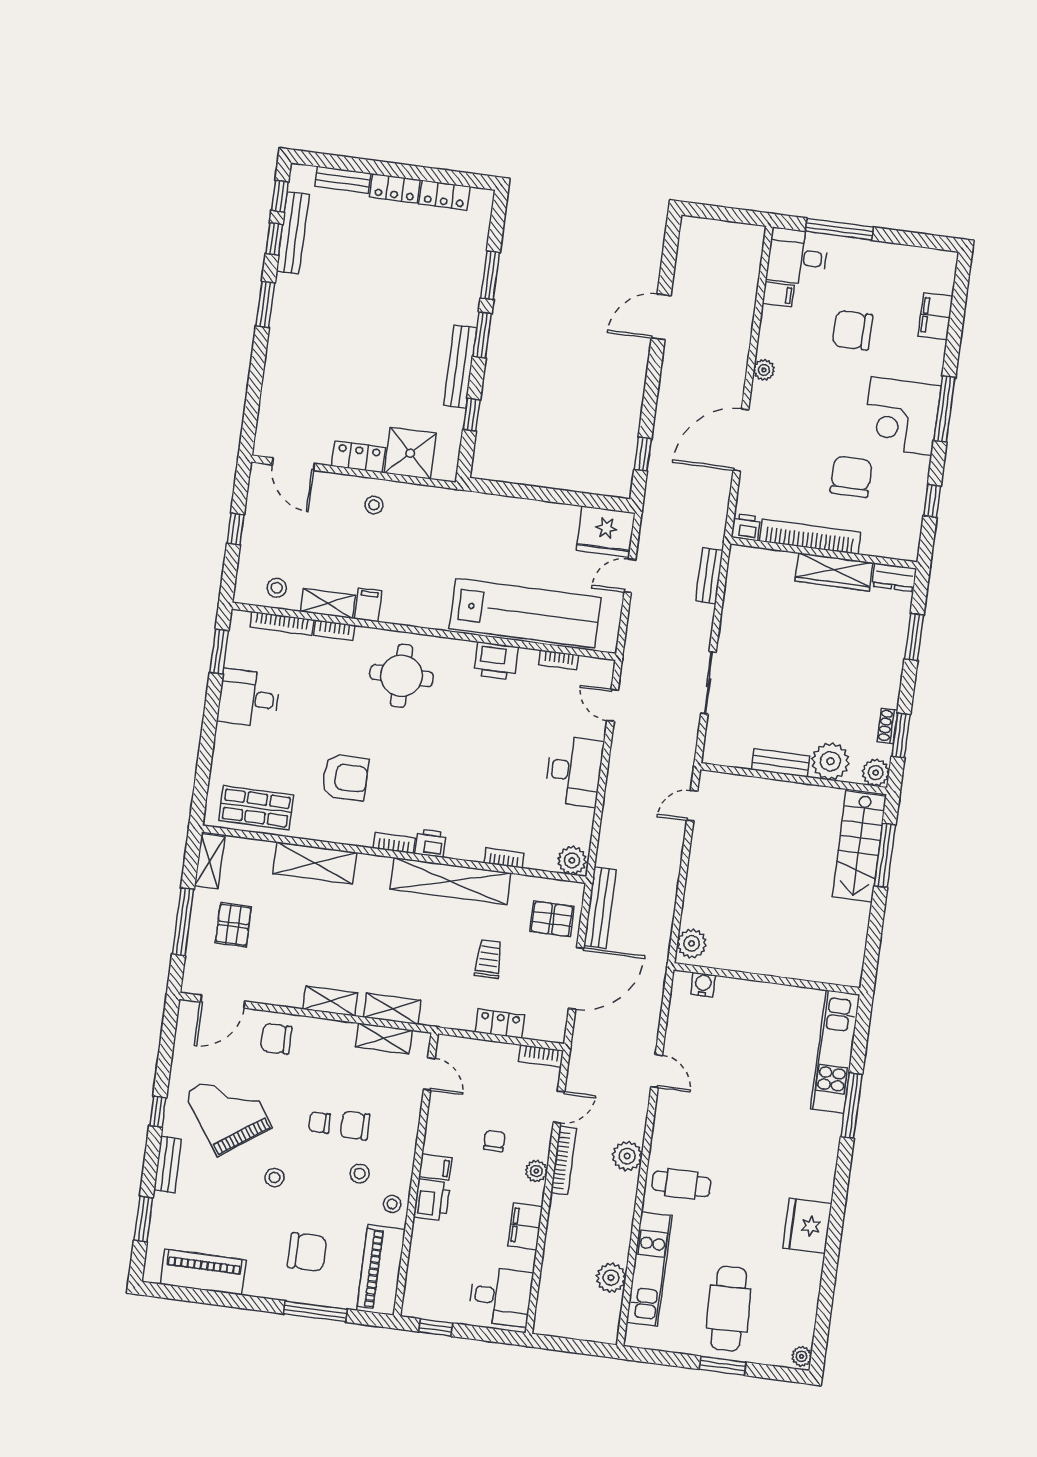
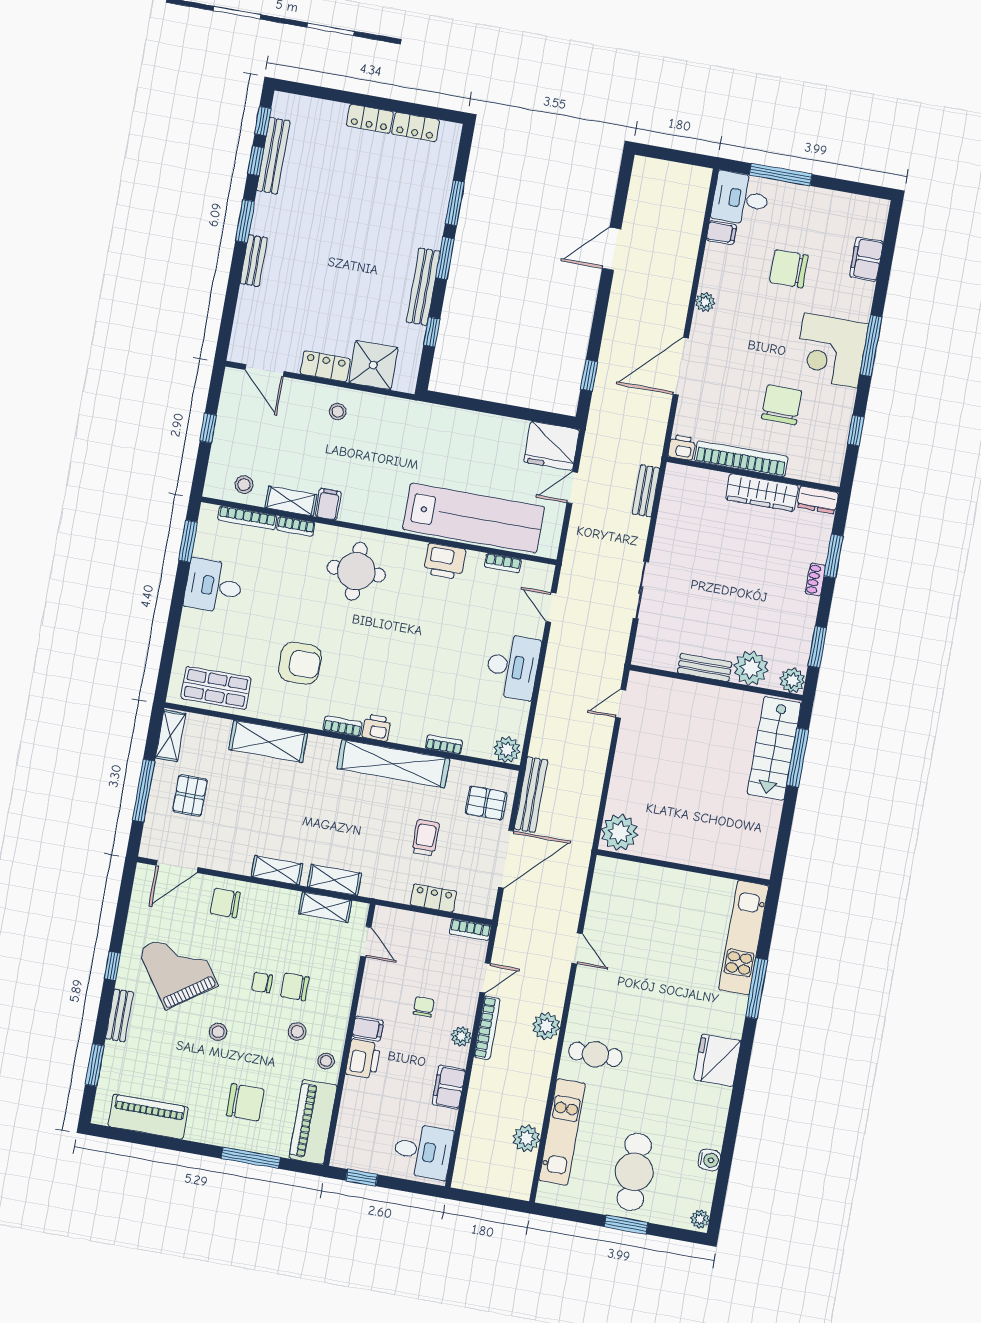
bench: (343, 180) -> (254, 261), moved, turned 90
shoe rack: (887, 726) -> (815, 580), moved
plant: (692, 944) -> (620, 832), width x1.36, depth x1.36
water cooler: (703, 985) -> (709, 1160), moved, turned 90
fridge: (807, 1226) -> (717, 1060), moved

